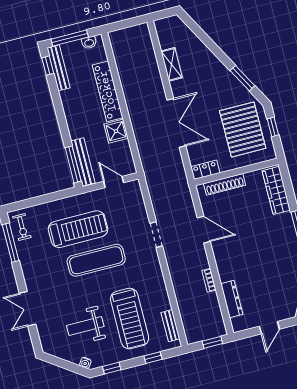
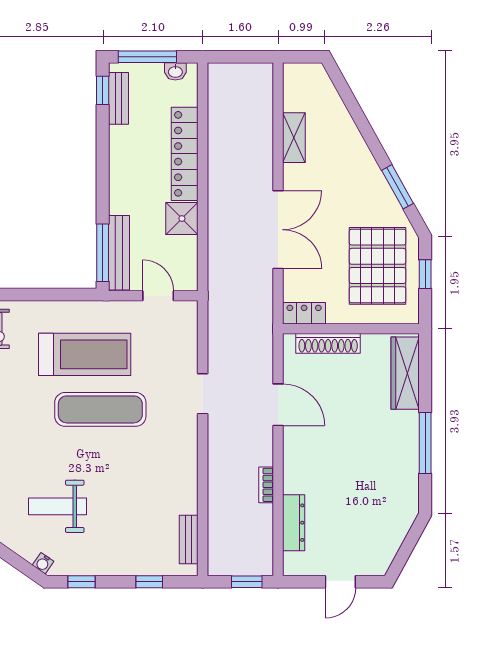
bench: (59, 68) -> (118, 98), width x0.73
treadmill: (130, 319) -> (129, 512), removed

